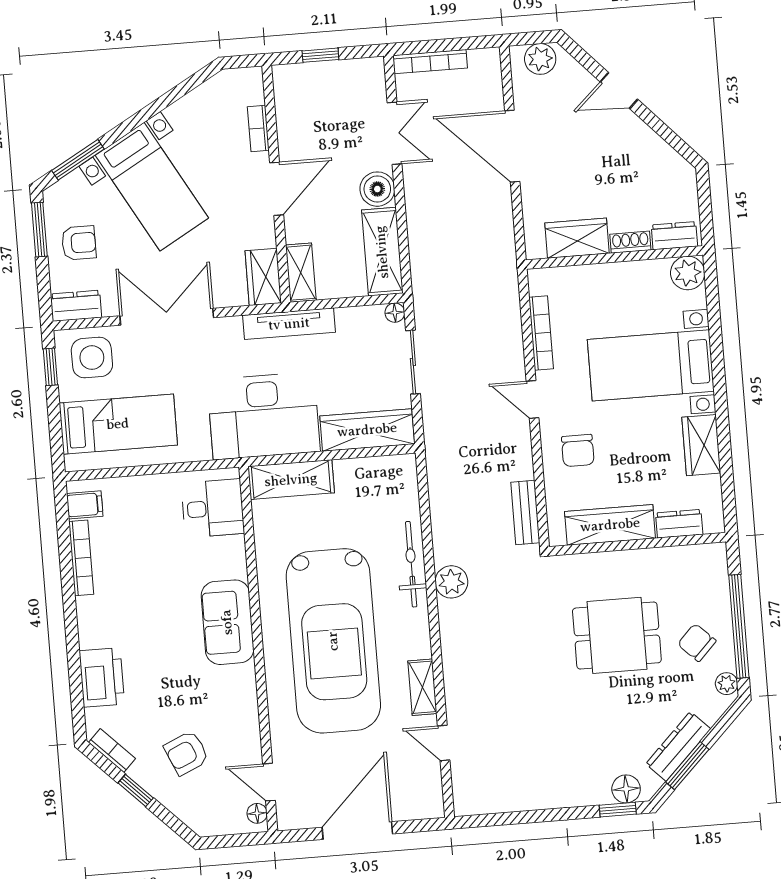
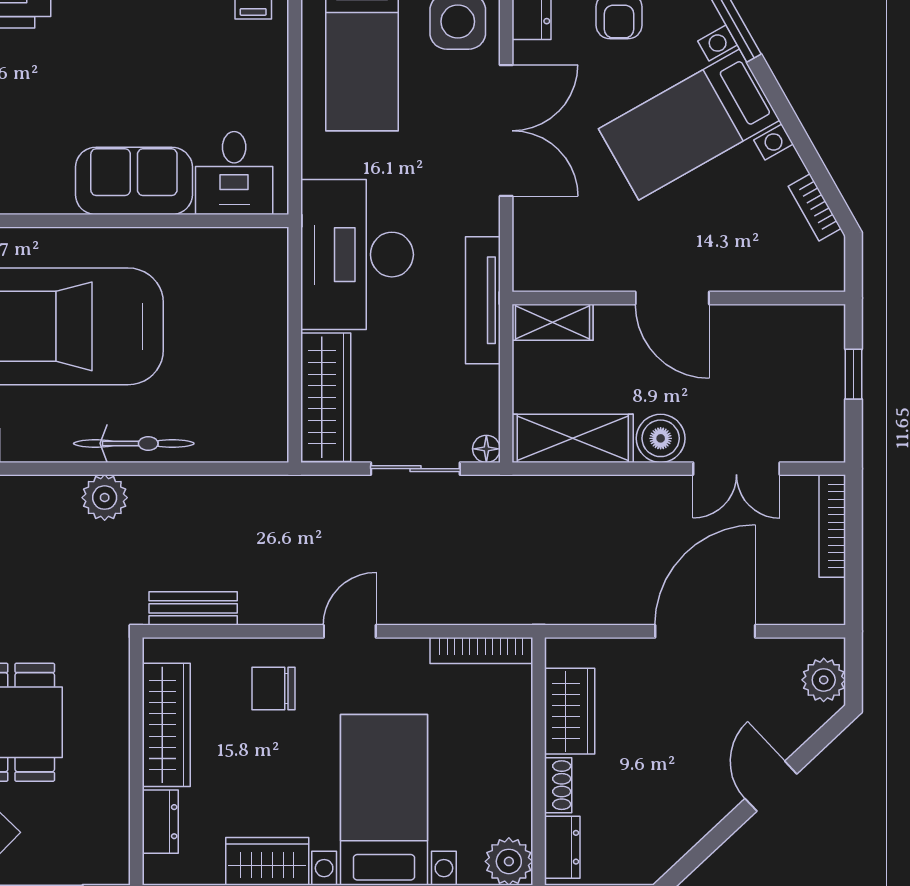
bookcase: (258, 129) -> (815, 207), moved, turned -119
wardrobe: (263, 277) -> (551, 269), removed
bookcase: (541, 333) -> (481, 650), moved
shelving: (291, 480) -> (265, 286), removed
sofa: (227, 622) -> (134, 181), moved

